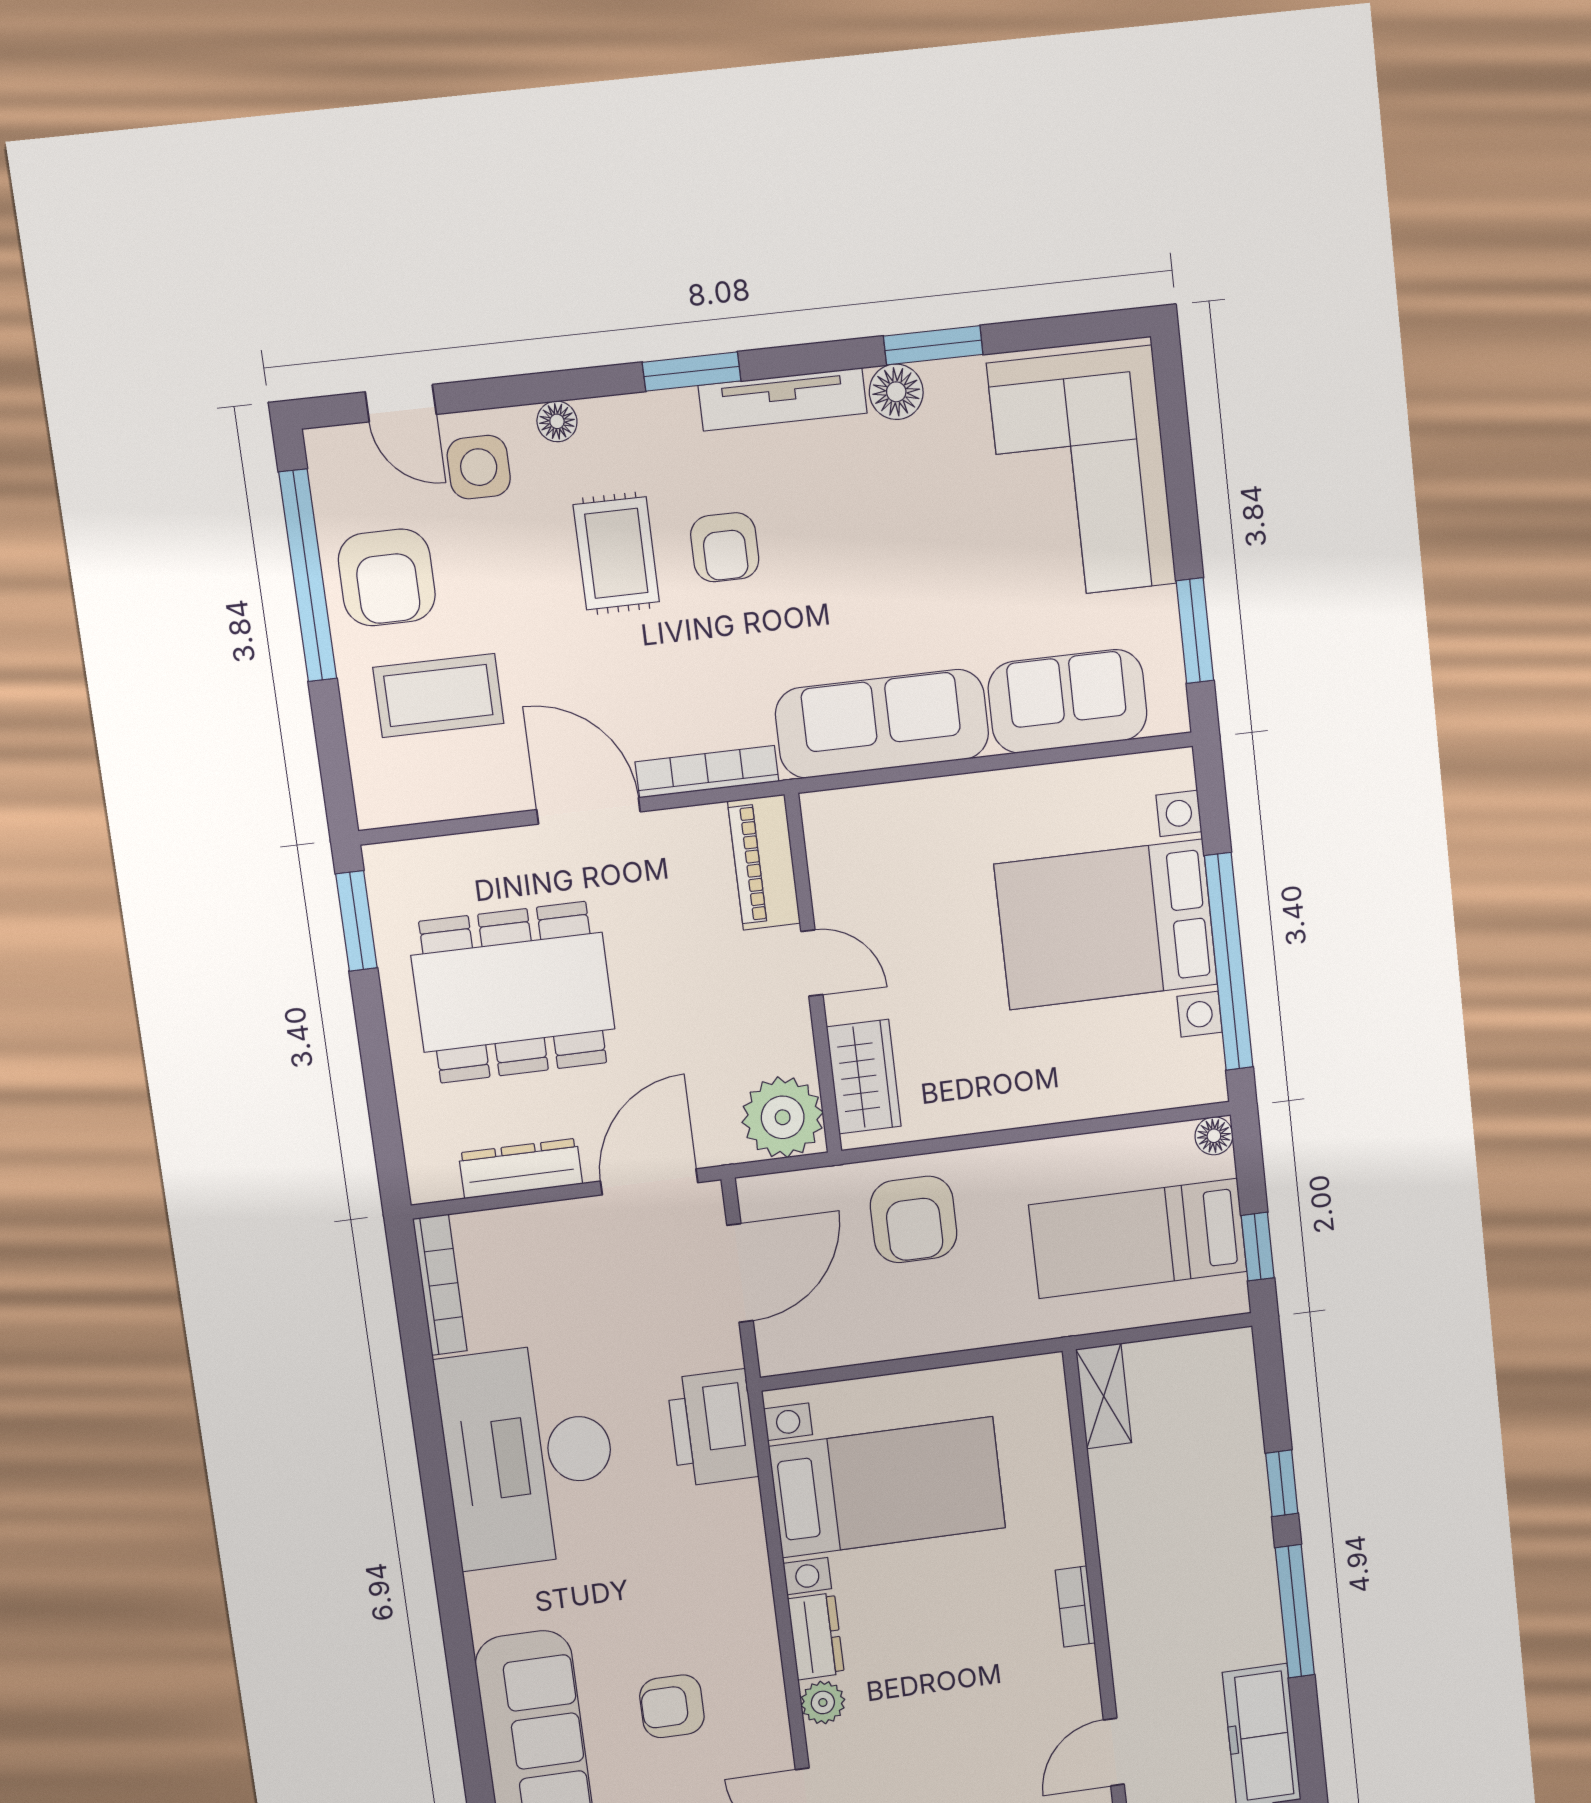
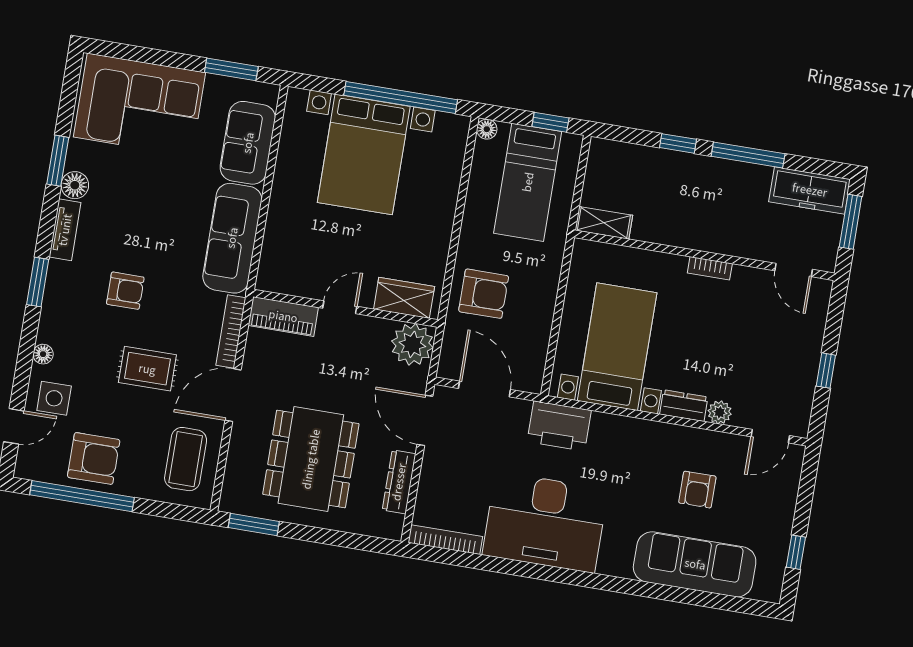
tv unit: (783, 399) -> (65, 230), width x0.71
rug: (616, 553) -> (147, 369), moved
coffee table: (438, 695) -> (186, 459), moved

